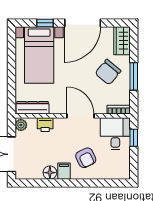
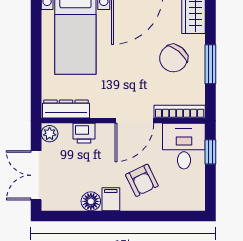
bookcase: (119, 110) -> (180, 112), width x1.56
door: (81, 116) -> (134, 121), swing flipped

